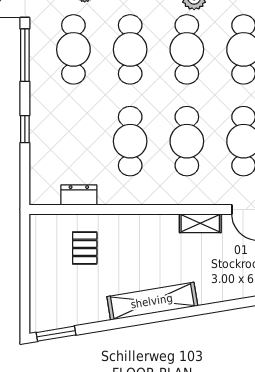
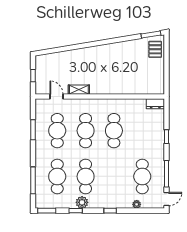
cafe table: (130, 49) -> (114, 176), removed
dresser: (79, 195) -> (155, 104), moved
pallet: (85, 248) -> (155, 49), moved
shelving: (152, 301) -> (103, 51), removed

